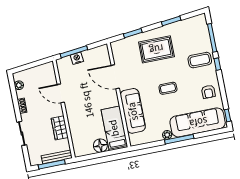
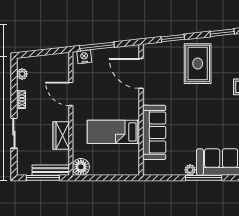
rug: (156, 49) -> (198, 64), turned 90
nightstand: (77, 58) -> (84, 57), moved
door: (115, 77) -> (141, 73), moved
coffee table: (168, 88) -> (202, 114), removed
bed: (114, 128) -> (113, 132), moved, turned -90
floor lamp: (100, 146) -> (81, 167), moved

